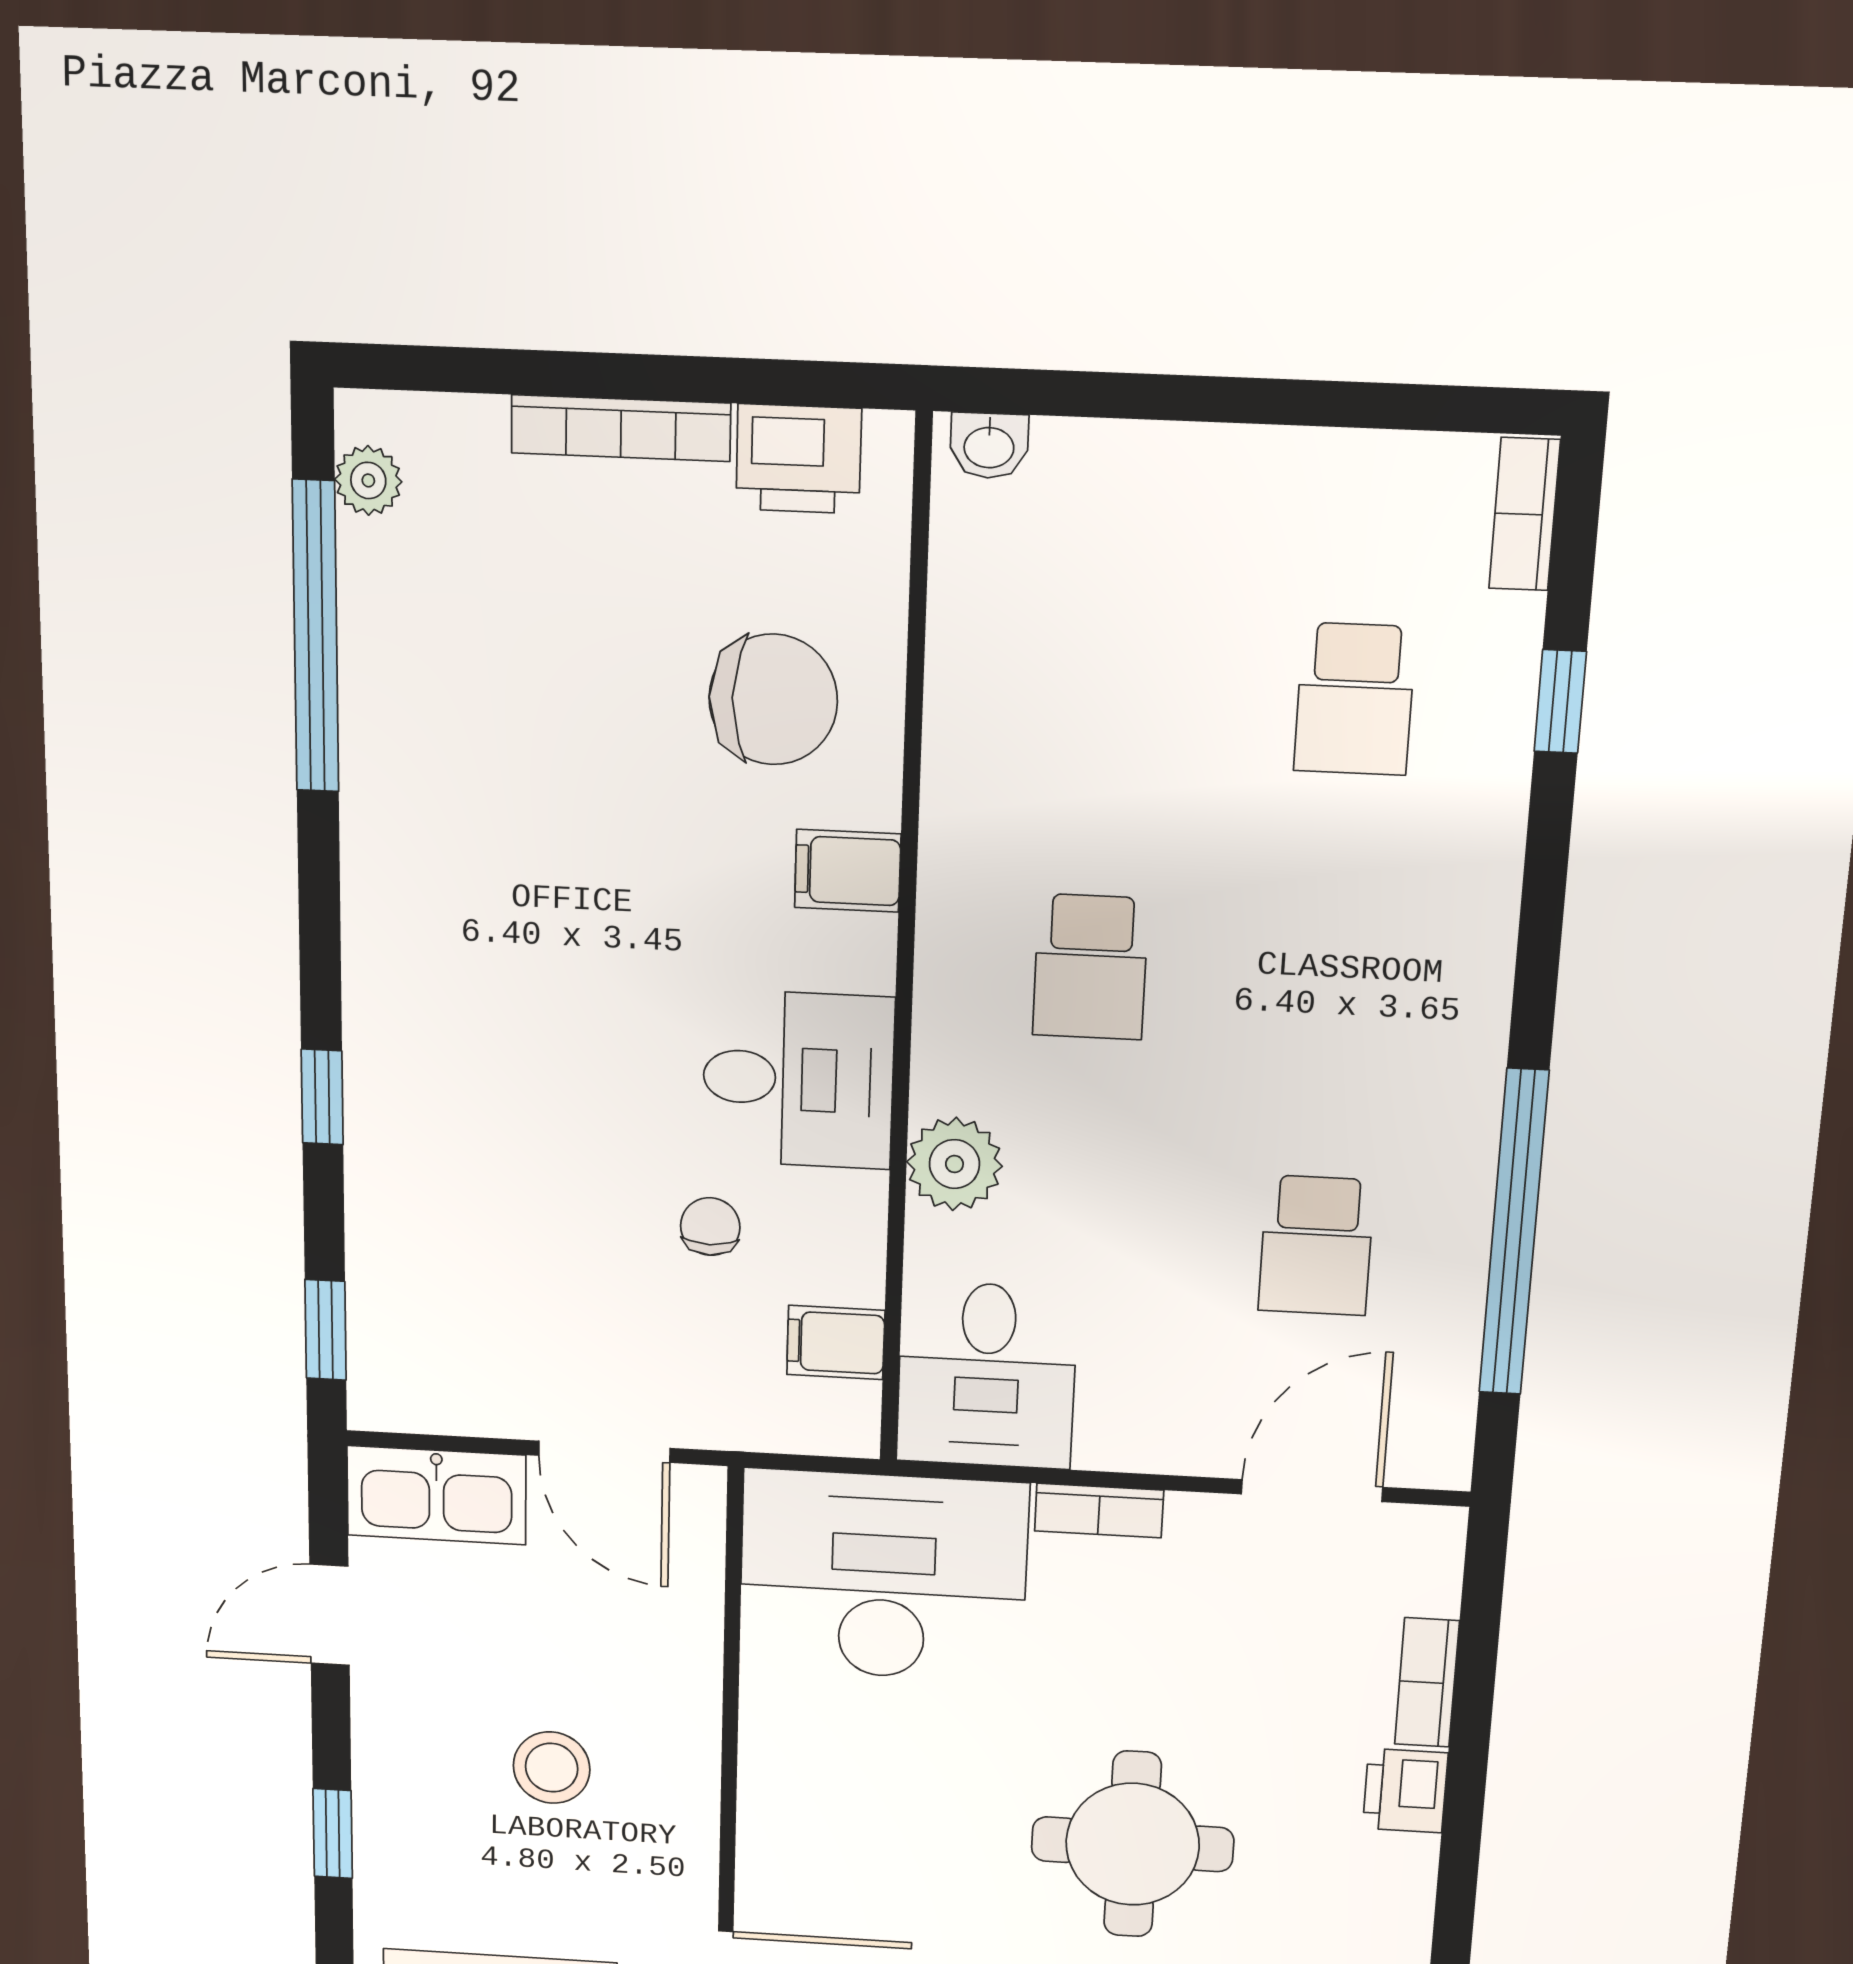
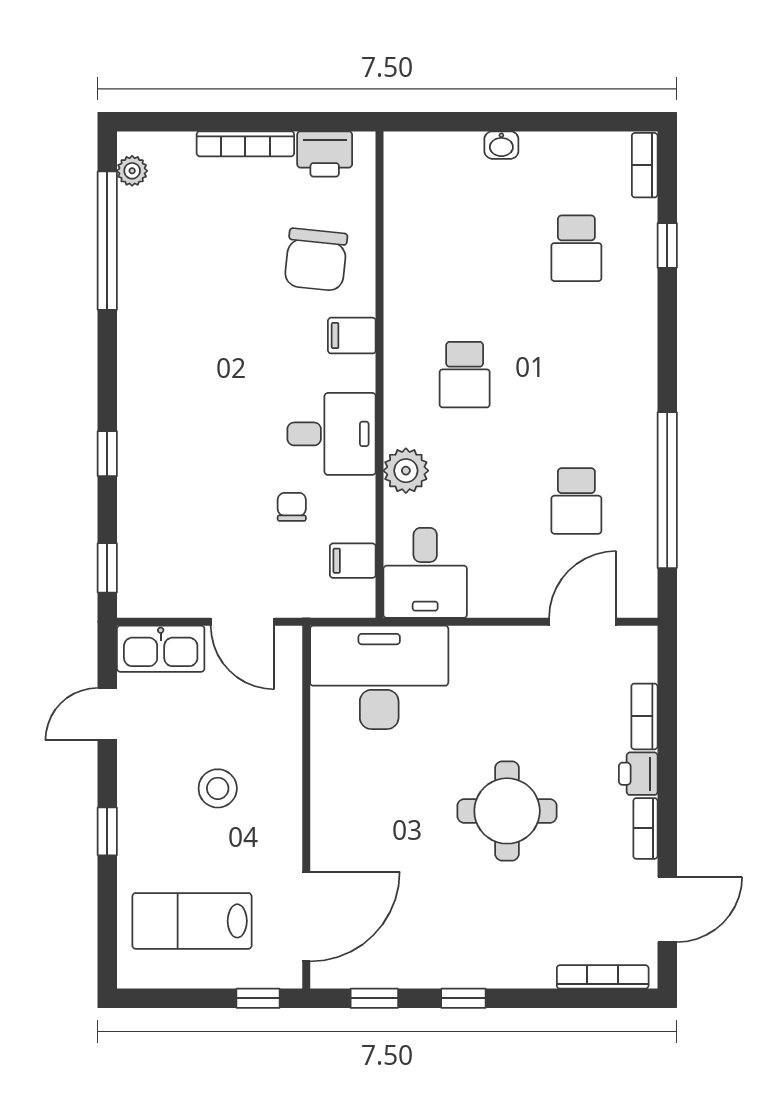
washbasin: (989, 446) -> (501, 145), moved
chair: (773, 699) -> (316, 260), turned 96
bookcase: (1099, 1511) -> (645, 828), moved, turned 90

